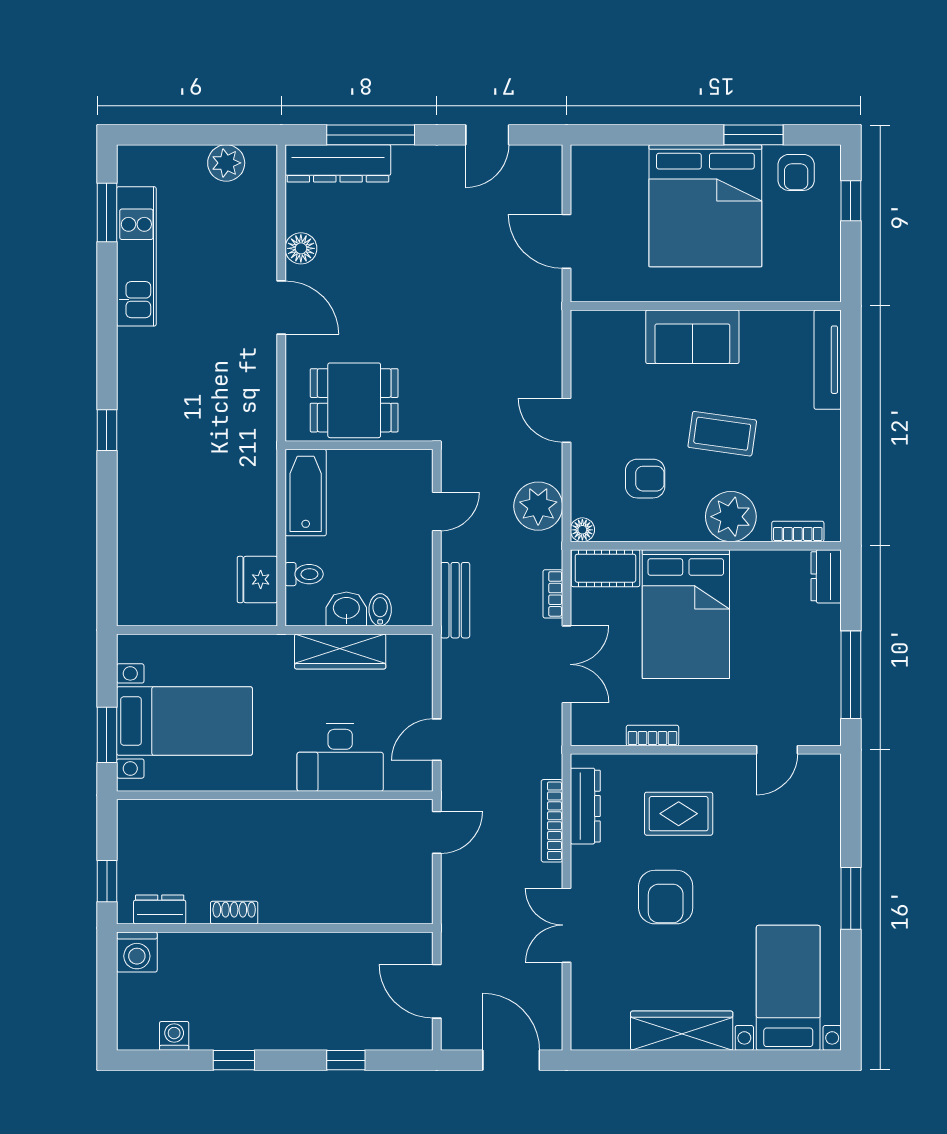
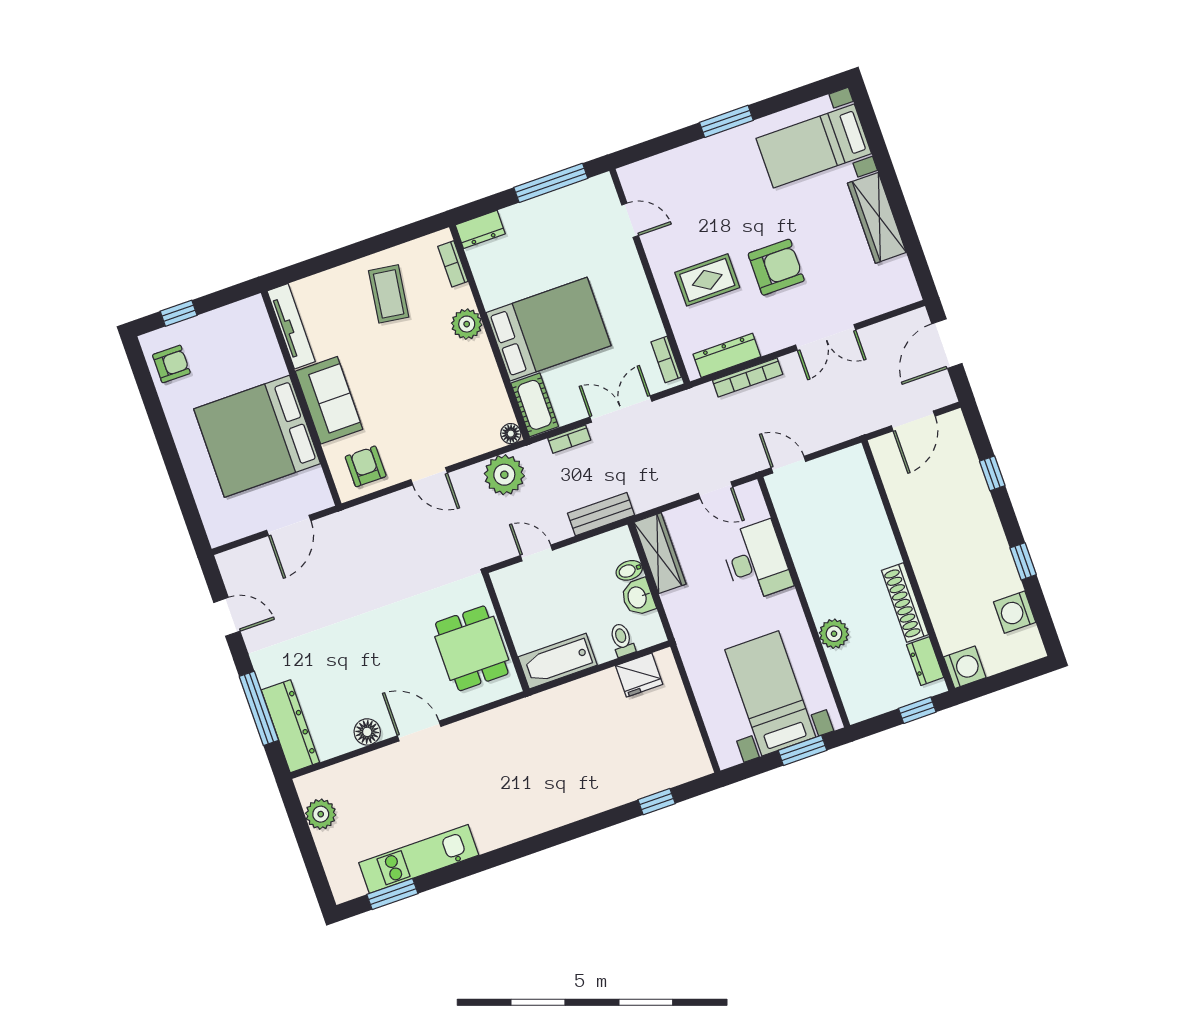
window: (754, 135) -> (154, 408), removed
bed: (705, 206) -> (257, 436), moved, turned 180
door: (281, 308) -> (419, 731), hinge flipped
tv unit: (828, 360) -> (291, 326), moved, turned -90
door: (566, 420) -> (429, 476), hinge flipped
window: (107, 430) -> (657, 802), moved
coffee table: (722, 434) -> (389, 294), moved
armchair: (645, 479) -> (366, 466), moved
plant: (731, 517) -> (467, 324), width x0.73, depth x0.73
wardrobe: (340, 651) -> (660, 553), moved
bookcase: (652, 736) -> (666, 359), moved
rug: (679, 814) -> (707, 280), turned 90
plant: (227, 817) -> (834, 634), added
shoe rack: (234, 913) -> (905, 602), width x1.94, depth x1.24
washing machine: (174, 1036) -> (1015, 612), width x1.38, depth x1.38

